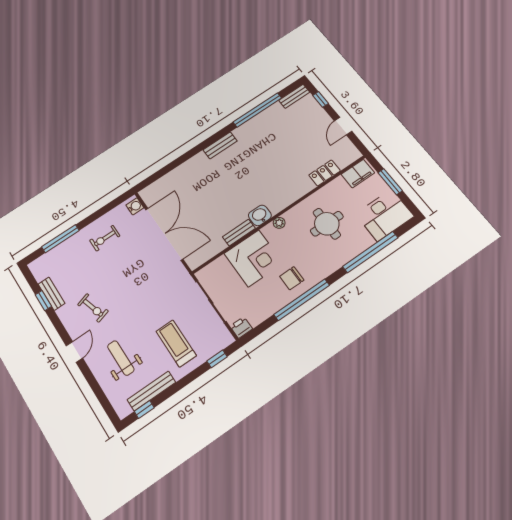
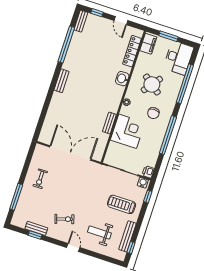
locker: (324, 173) -> (132, 51), width x1.53
water cooler: (135, 206) -> (143, 183), moved
washbasin: (260, 215) -> (122, 79), moved
round table: (327, 224) -> (152, 84), turned 37
chair: (292, 278) -> (153, 113), moved

